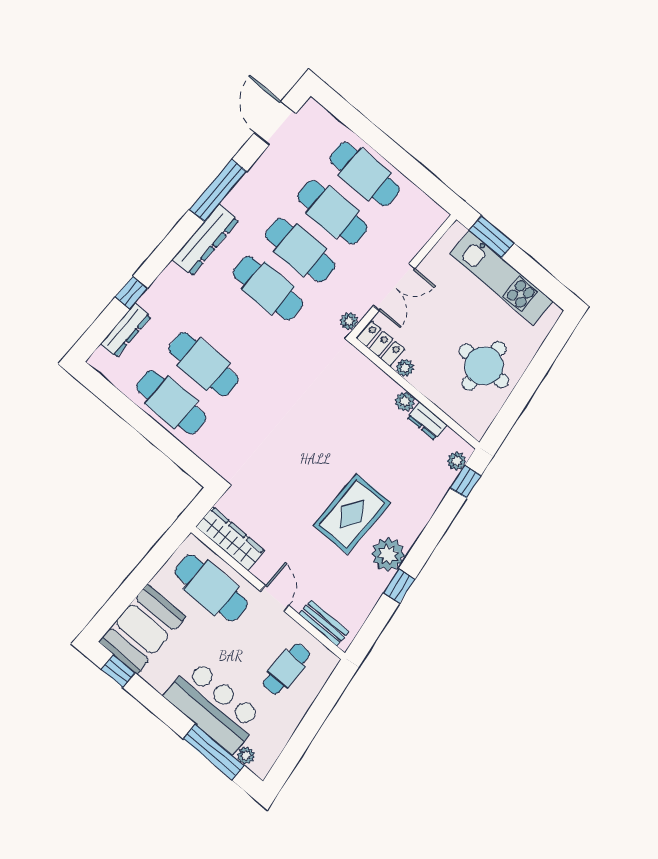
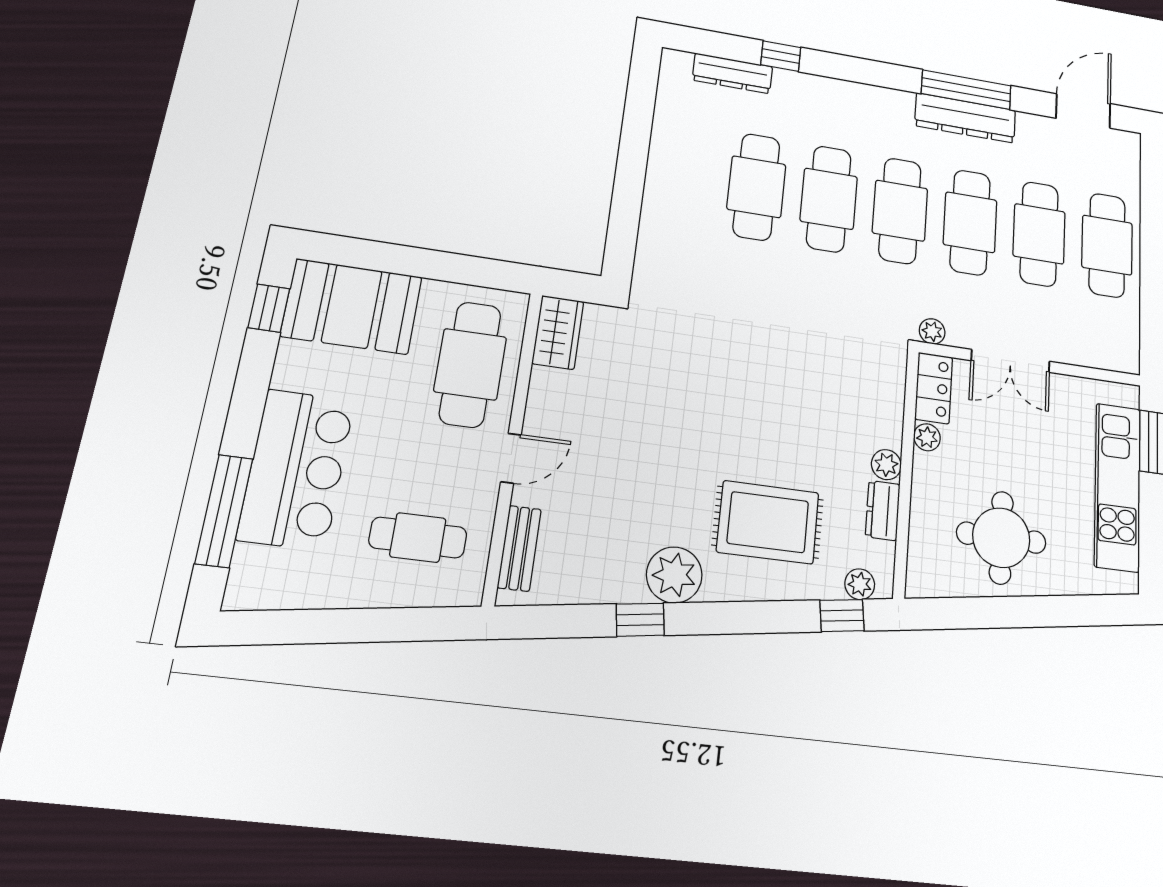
dresser: (205, 240) -> (965, 118), moved
cafe table: (171, 402) -> (829, 199), moved
rug: (352, 514) -> (768, 522), moved
wardrobe: (230, 539) -> (558, 332), width x0.67
plant: (246, 756) -> (247, 561), removed

